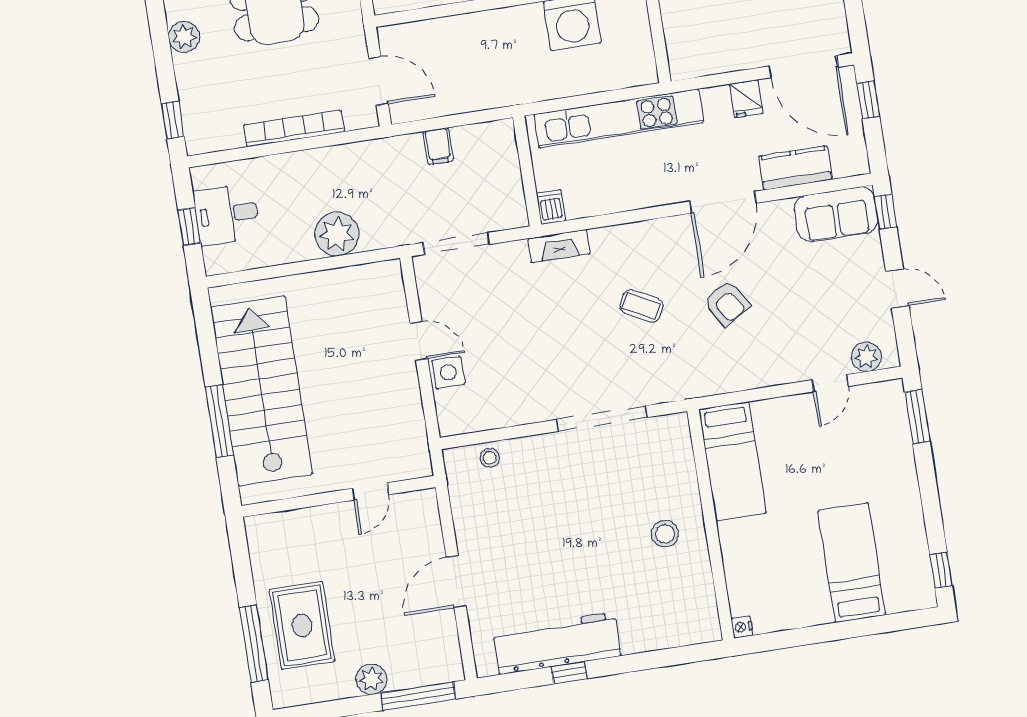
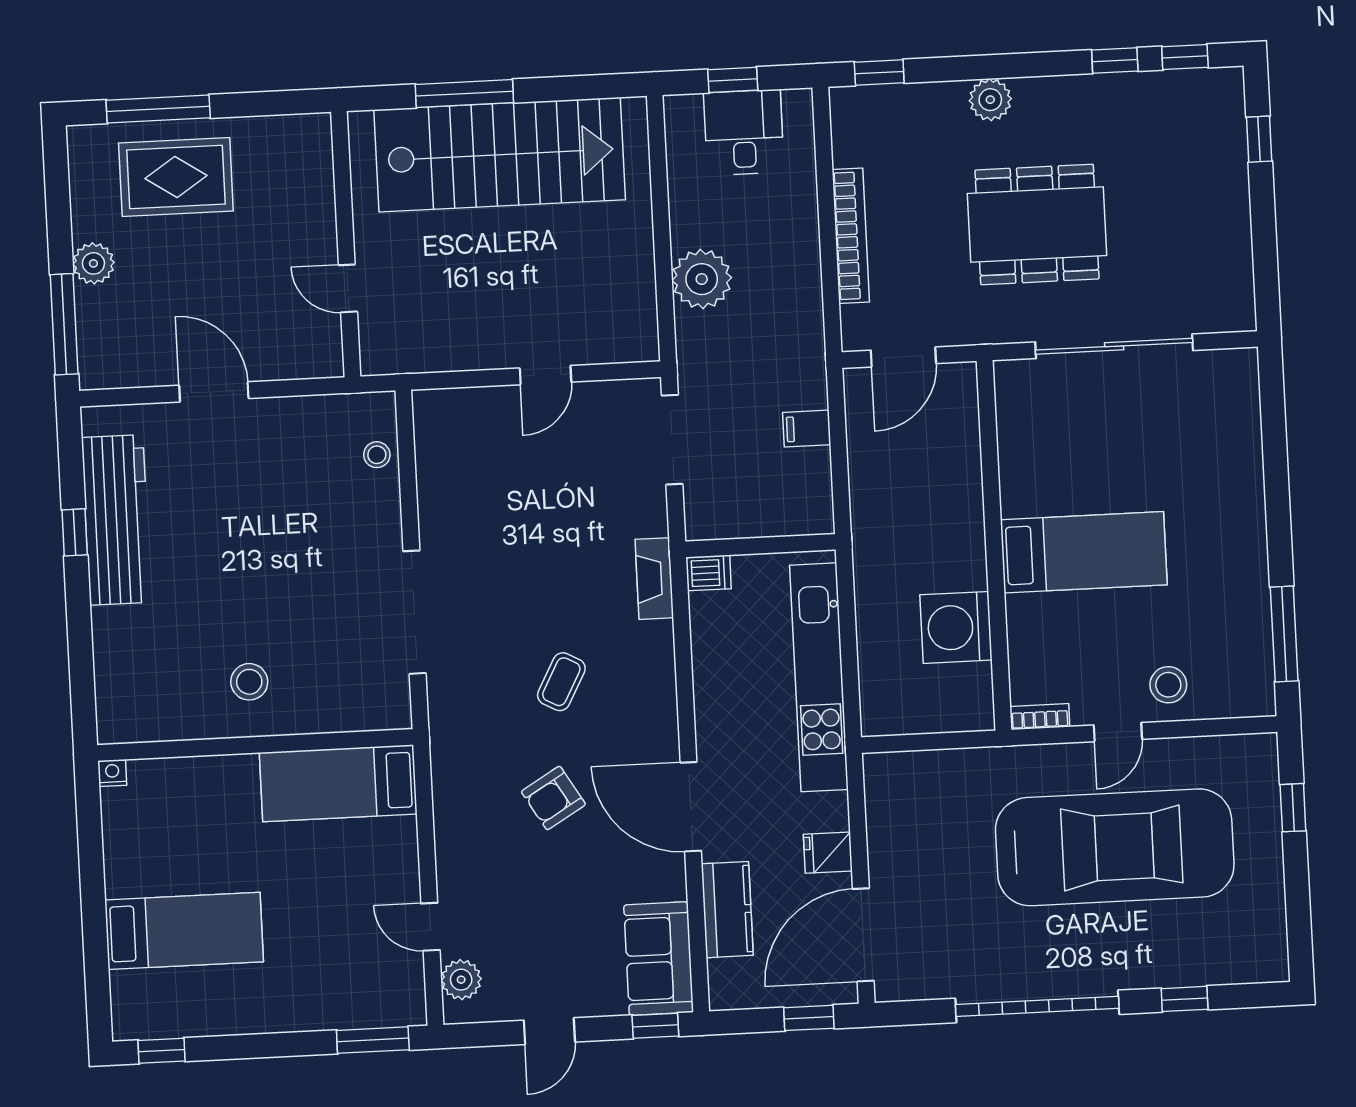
side table: (448, 372) -> (499, 411), removed

